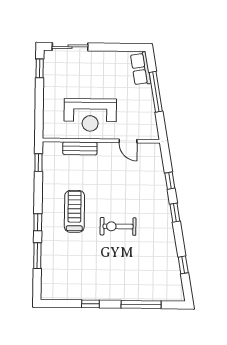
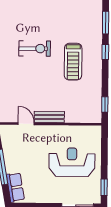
reception desk: (90, 115) -> (72, 162), moved
bench: (80, 148) -> (49, 117), moved

